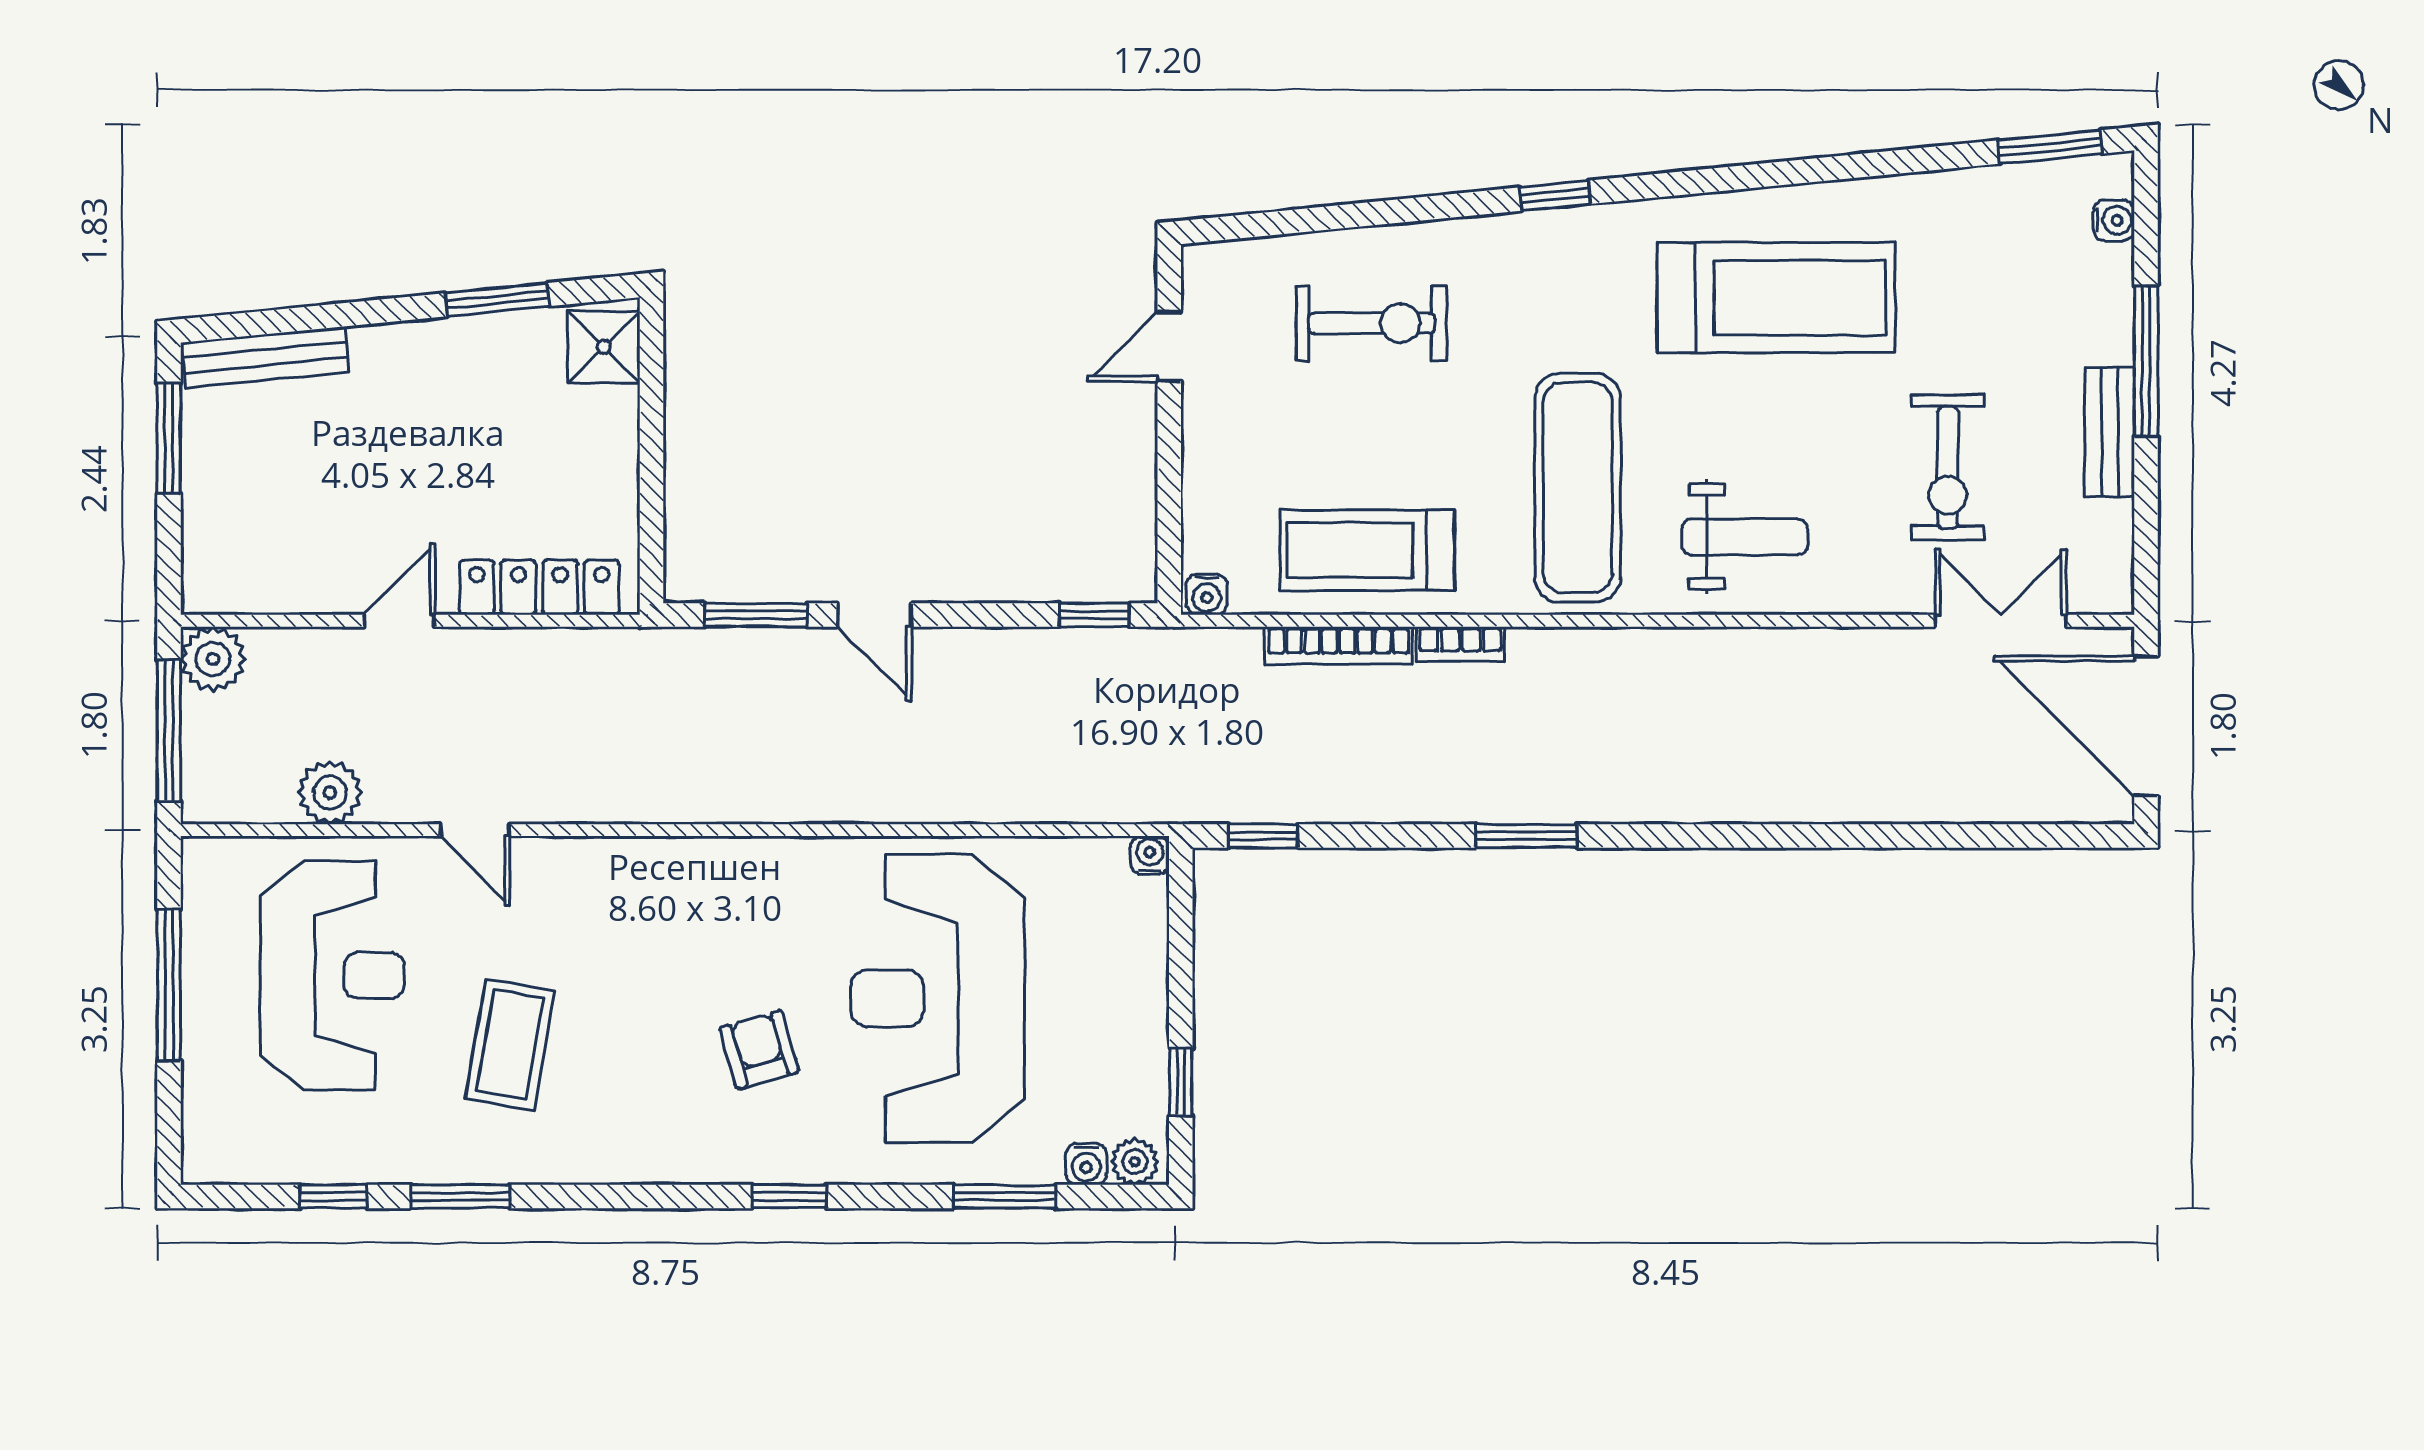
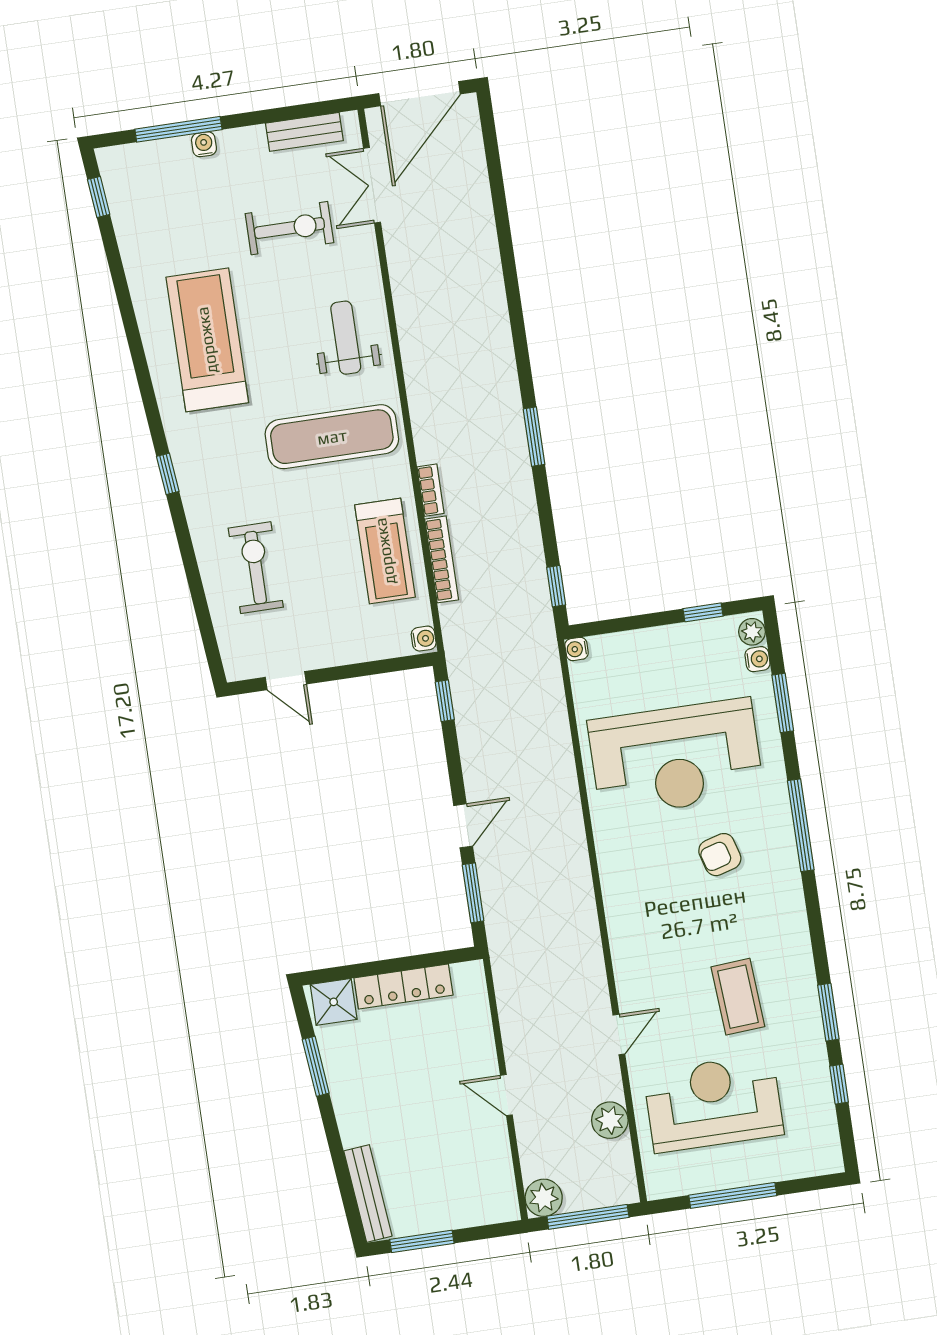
window: (2050, 147) -> (99, 197), width x0.67
water cooler: (2114, 220) -> (204, 144), moved
window: (2146, 361) -> (178, 129), moved
bench: (2110, 432) -> (304, 132), moved
locker: (539, 587) -> (403, 987), moved, turned -90
coffee table: (510, 1045) -> (738, 997), turned 76
window: (789, 1196) -> (801, 825), width x2.17

